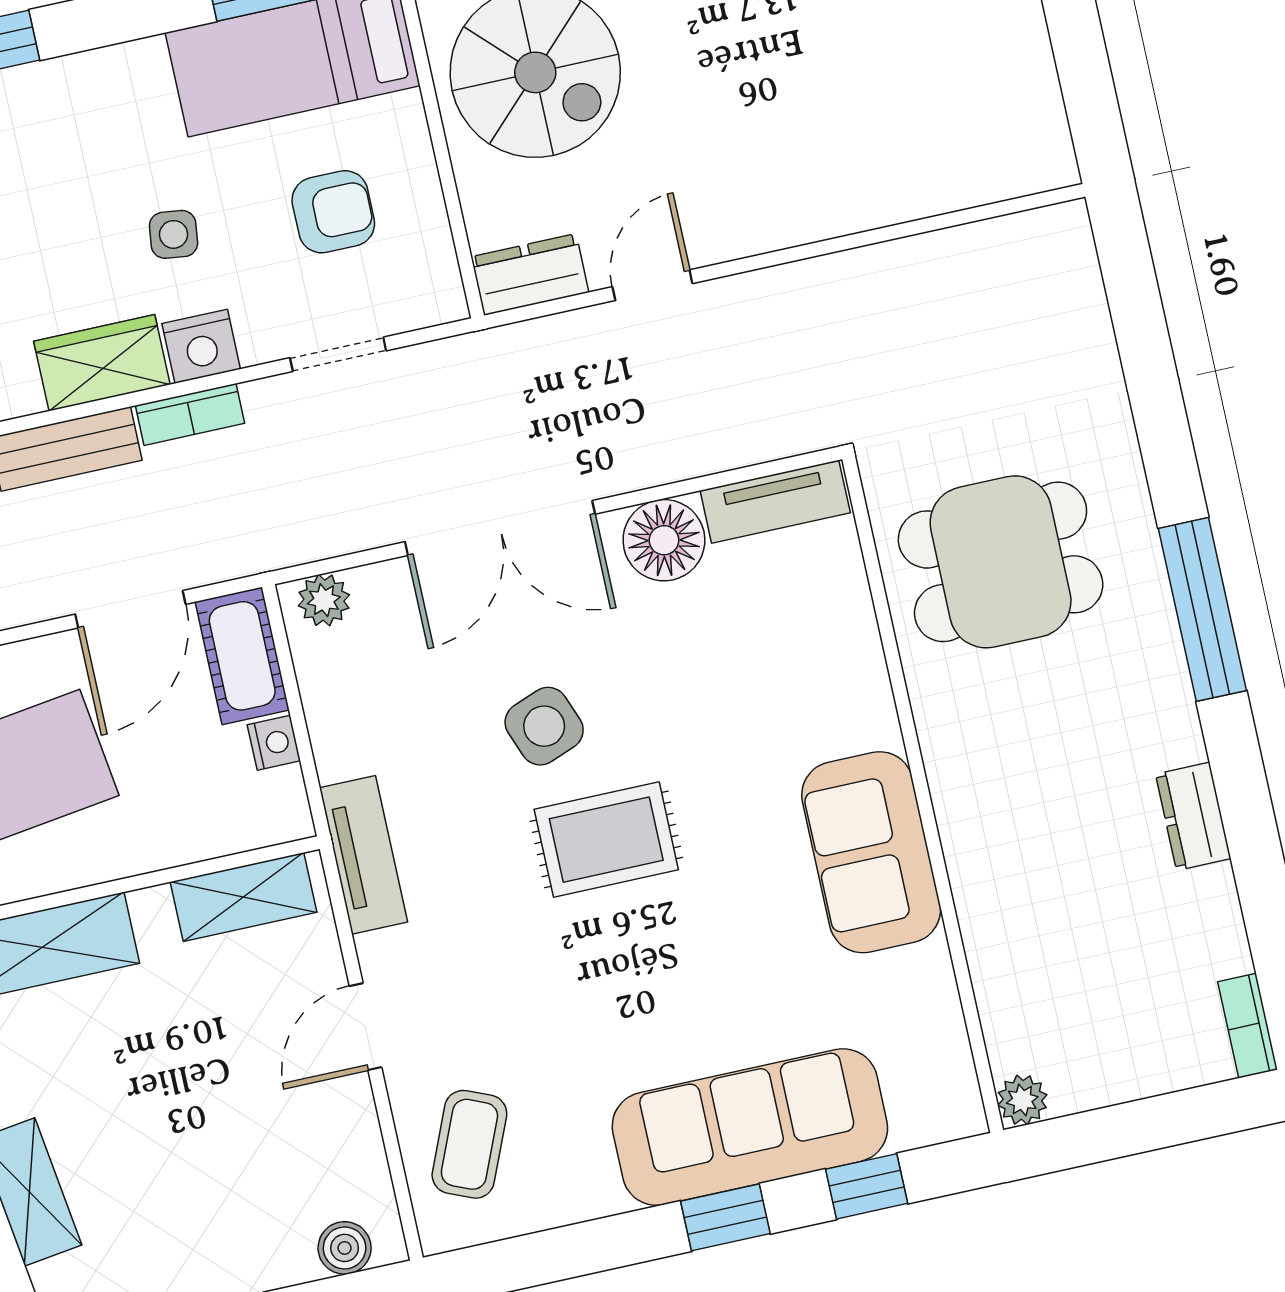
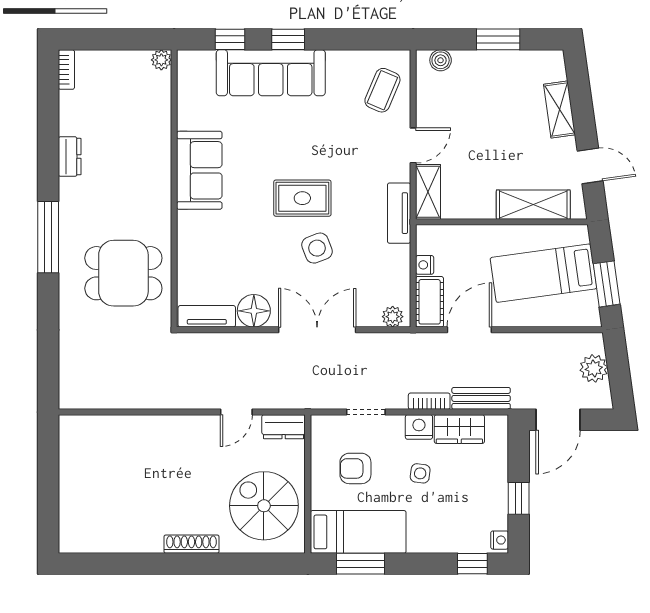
shelving: (244, 897) -> (428, 192), moved, turned 90

